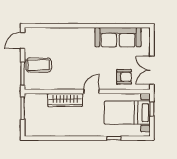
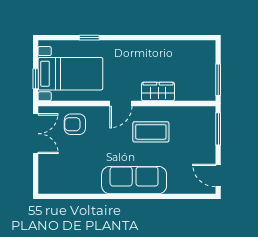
sofa: (118, 37) -> (134, 180), moved
door: (23, 40) -> (218, 176), swing flipped
coffee table: (39, 65) -> (151, 132), moved
wardrobe: (65, 100) -> (158, 92), width x0.67

